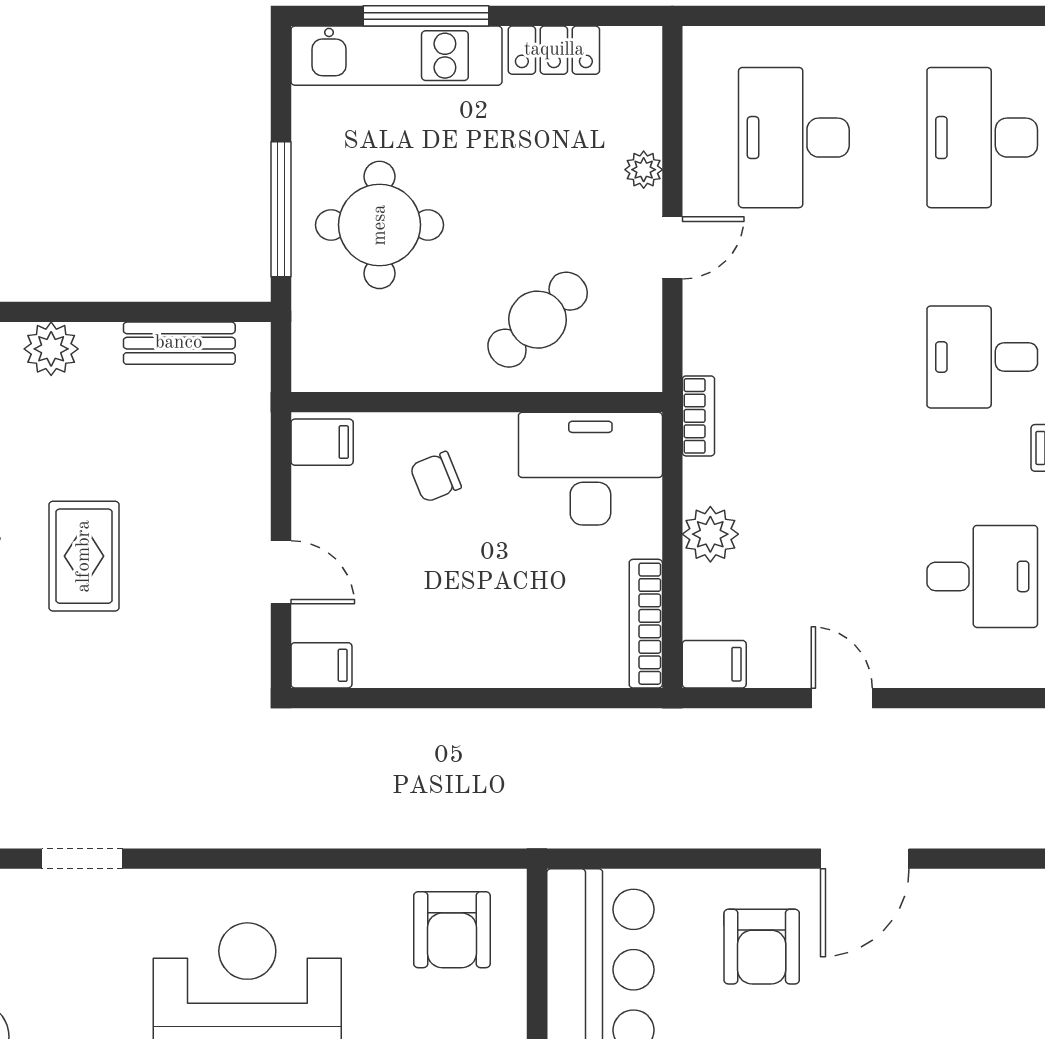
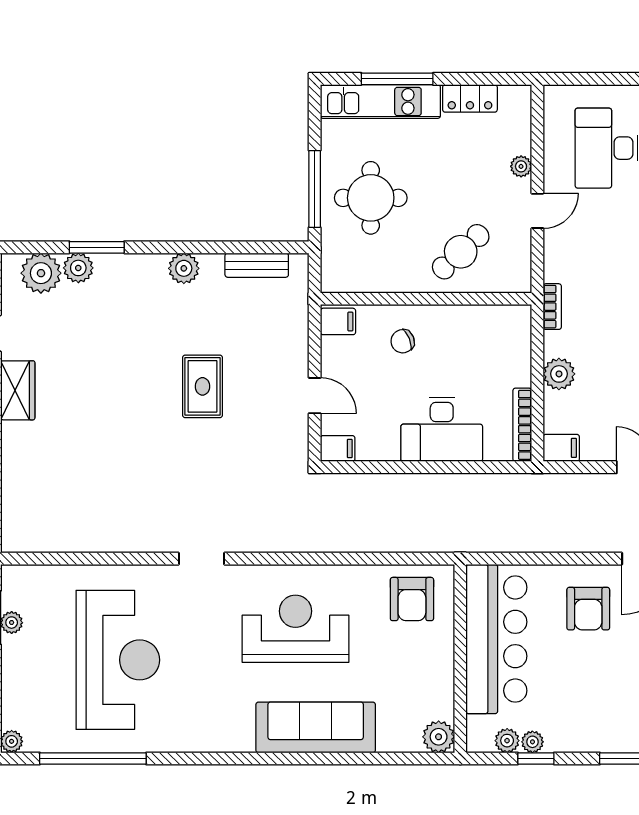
desk: (590, 469) -> (442, 429), moved, turned 180

